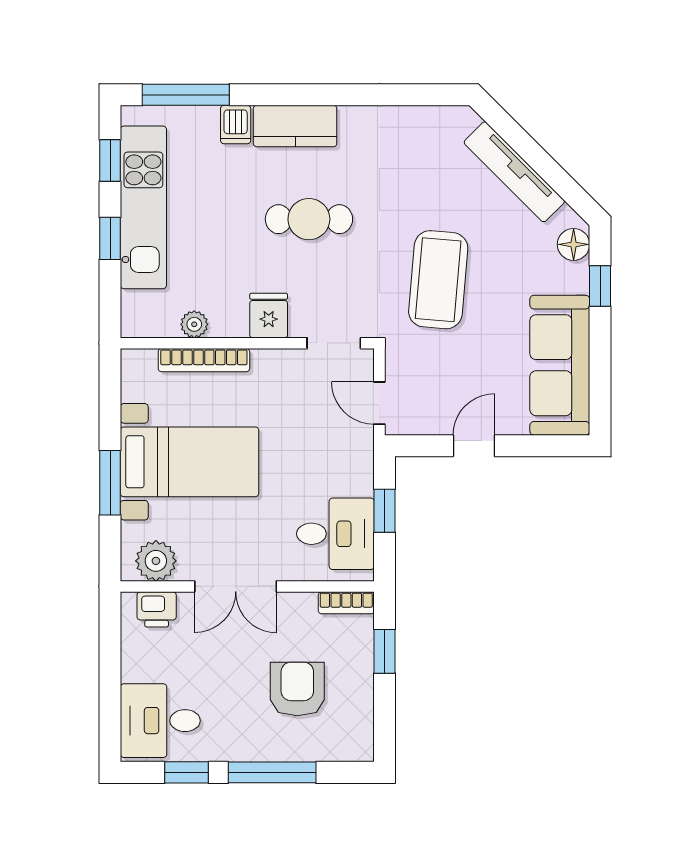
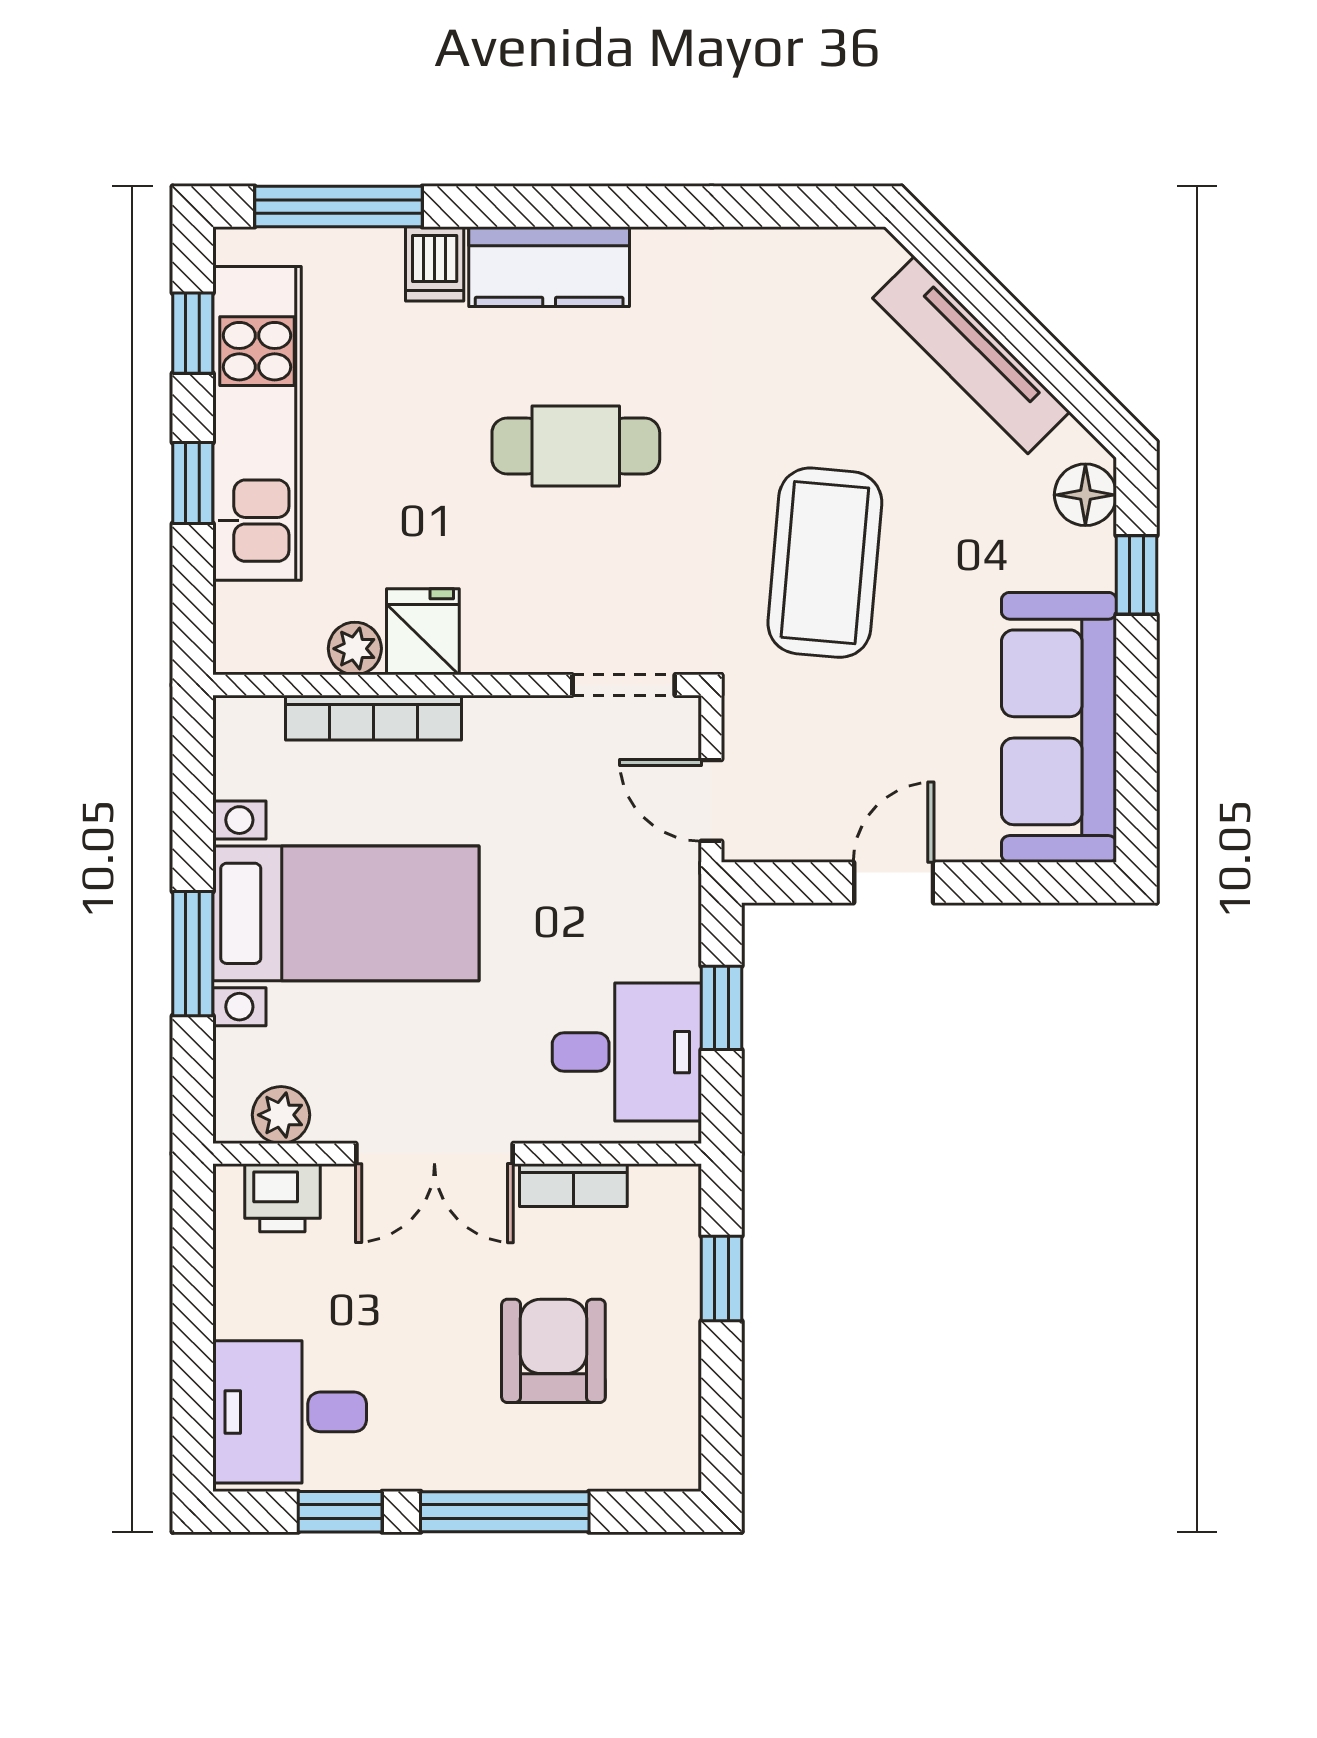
fridge: (269, 316) -> (423, 632), moved
plant: (156, 561) -> (281, 1115), width x0.73, depth x0.73
bookcase: (346, 603) -> (573, 1185), moved

